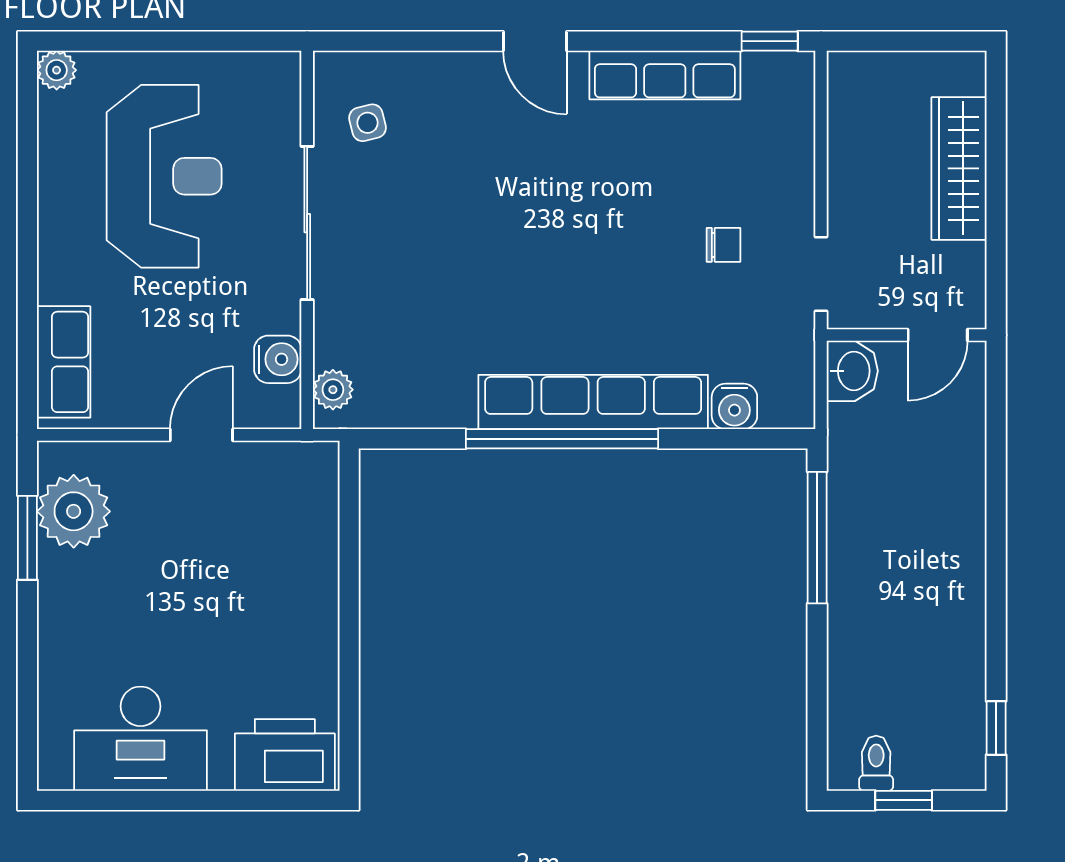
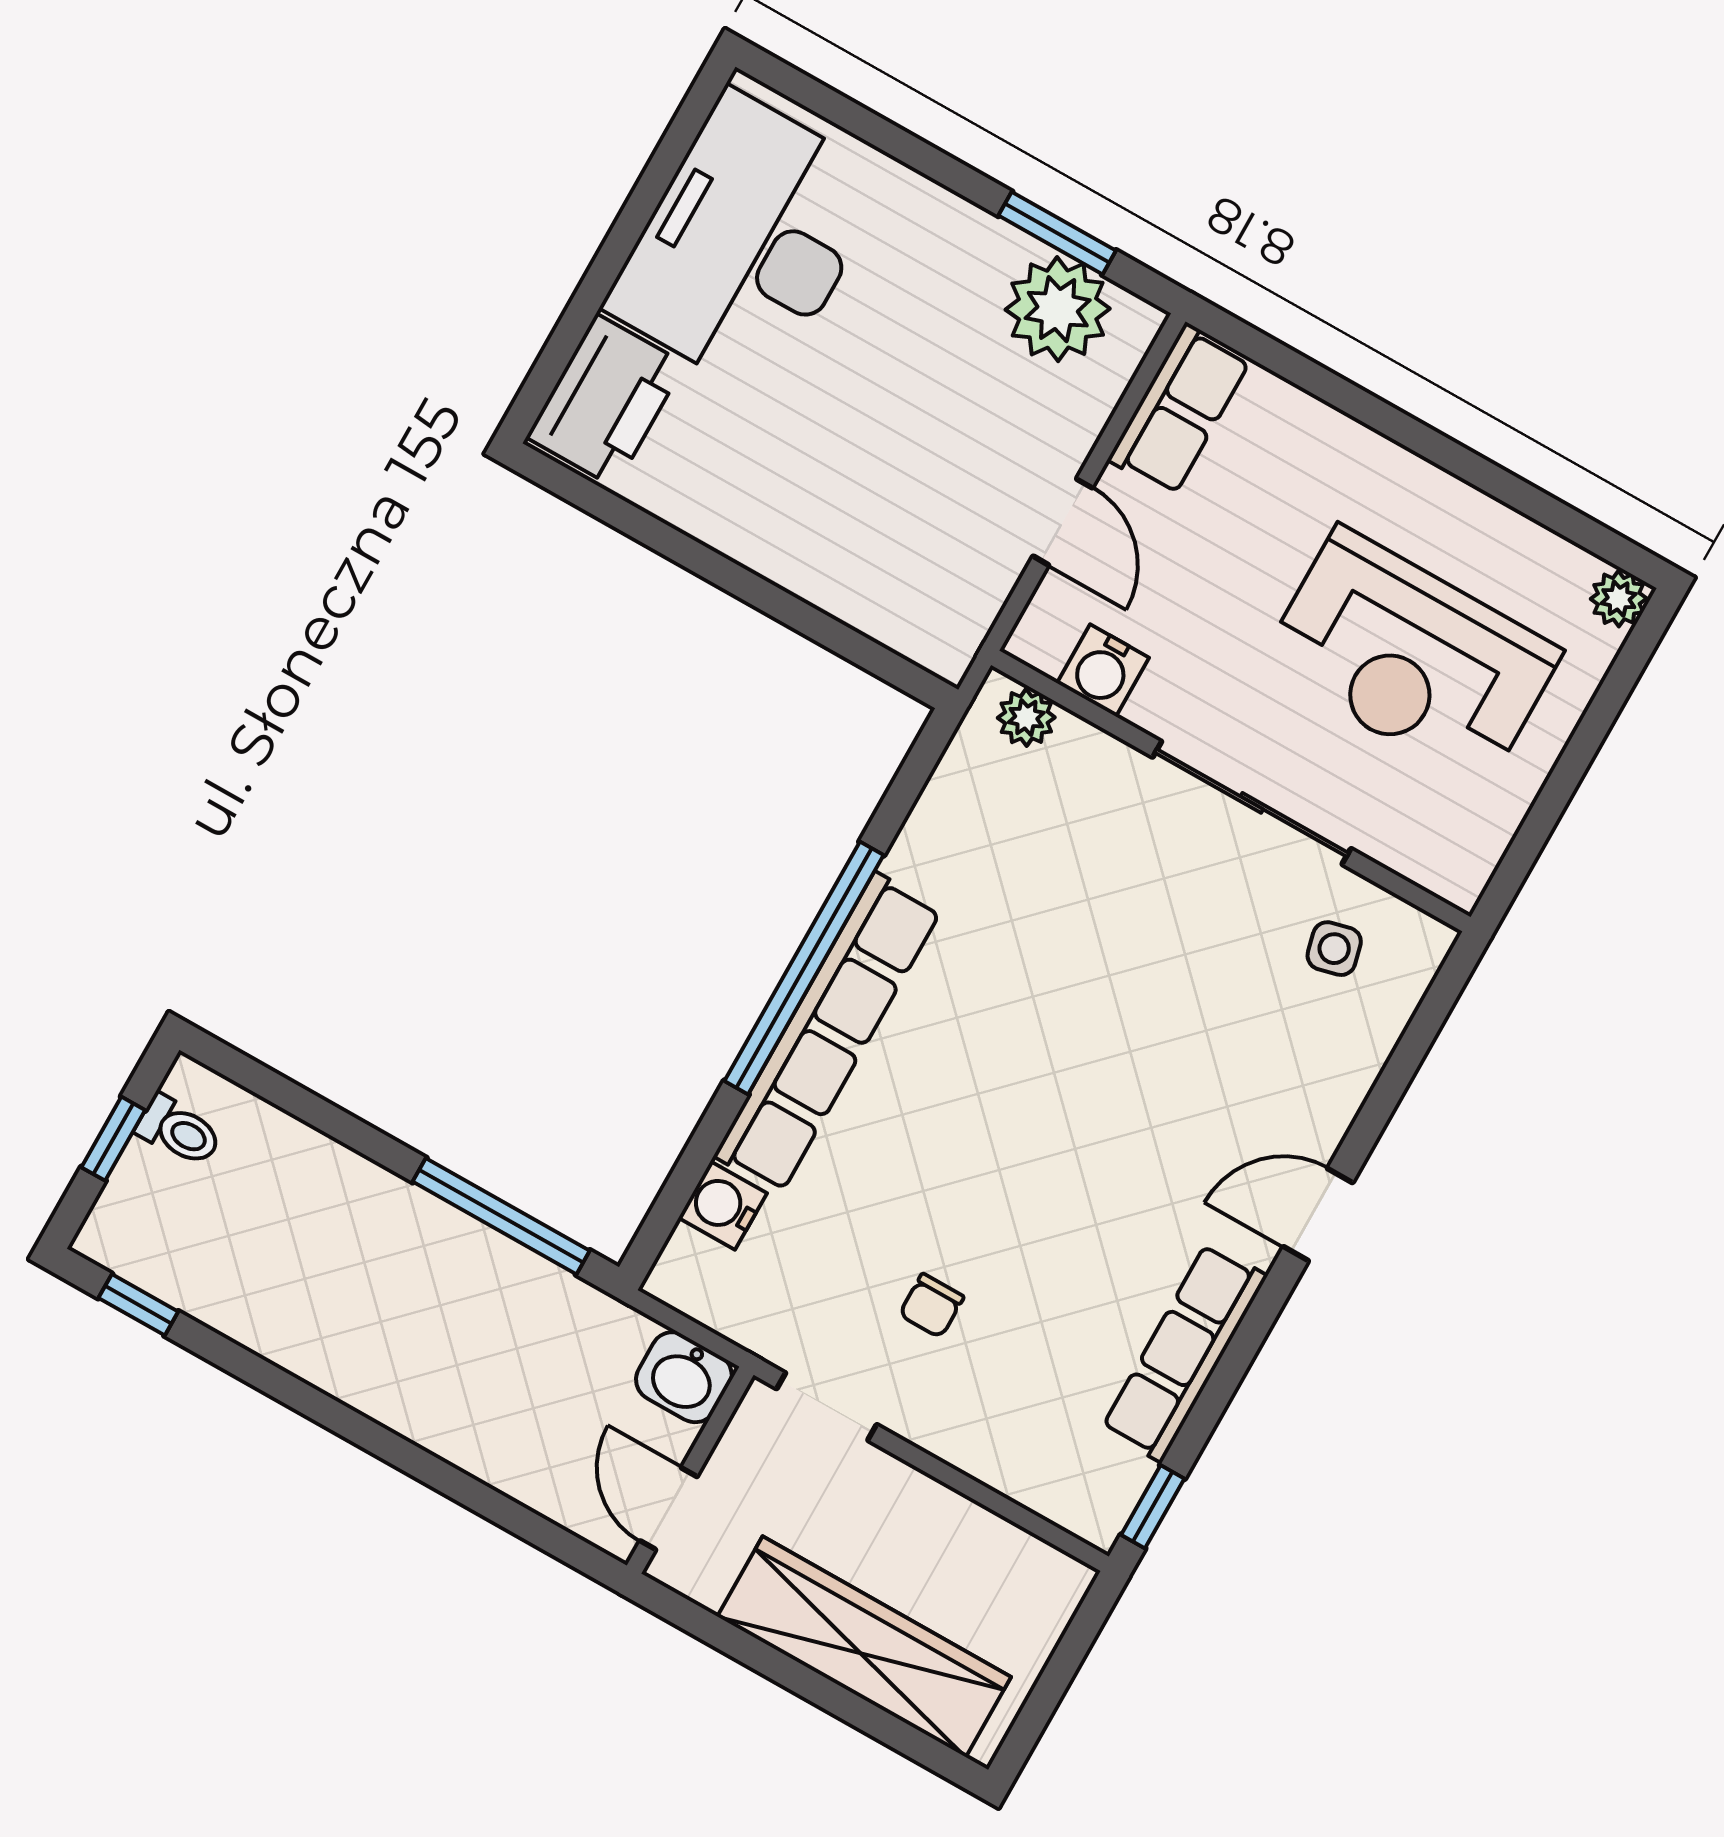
wardrobe: (959, 168) -> (864, 1647), width x1.40, depth x1.17
row of seats: (64, 362) -> (1179, 410), moved, turned -90
desk: (141, 739) -> (747, 243), width x1.36, depth x1.30

